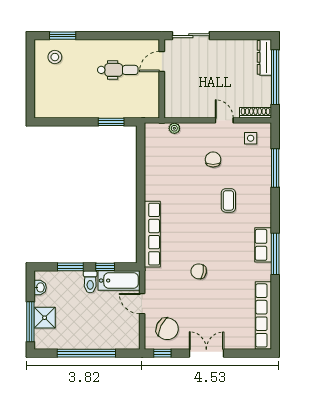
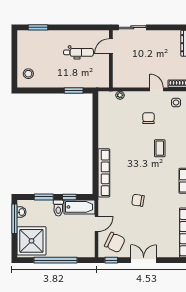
stool: (55, 57) -> (28, 74), moved
door: (142, 304) -> (96, 224), swing flipped
shower: (45, 318) -> (31, 241), width x1.86, depth x1.86
window: (30, 322) -> (14, 219), moved

